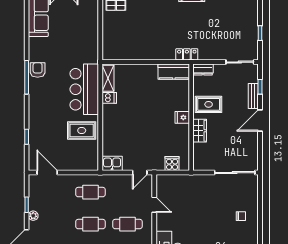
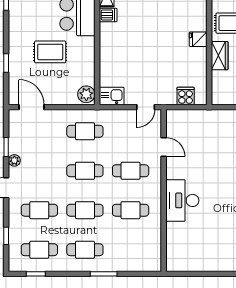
rug: (82, 130) -> (50, 52), moved
plant: (92, 162) -> (86, 94), added

